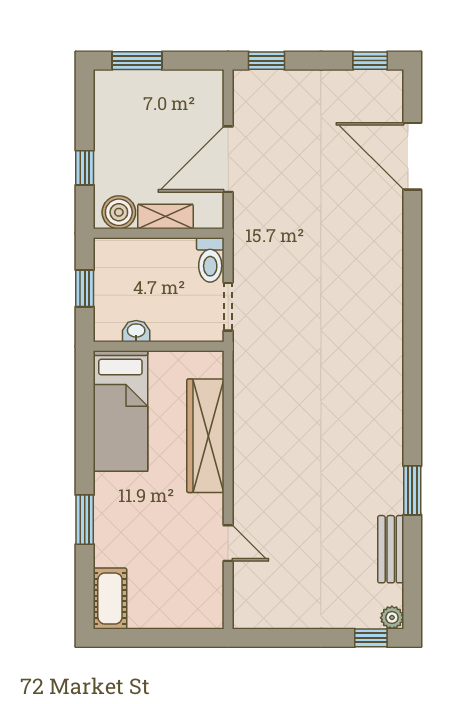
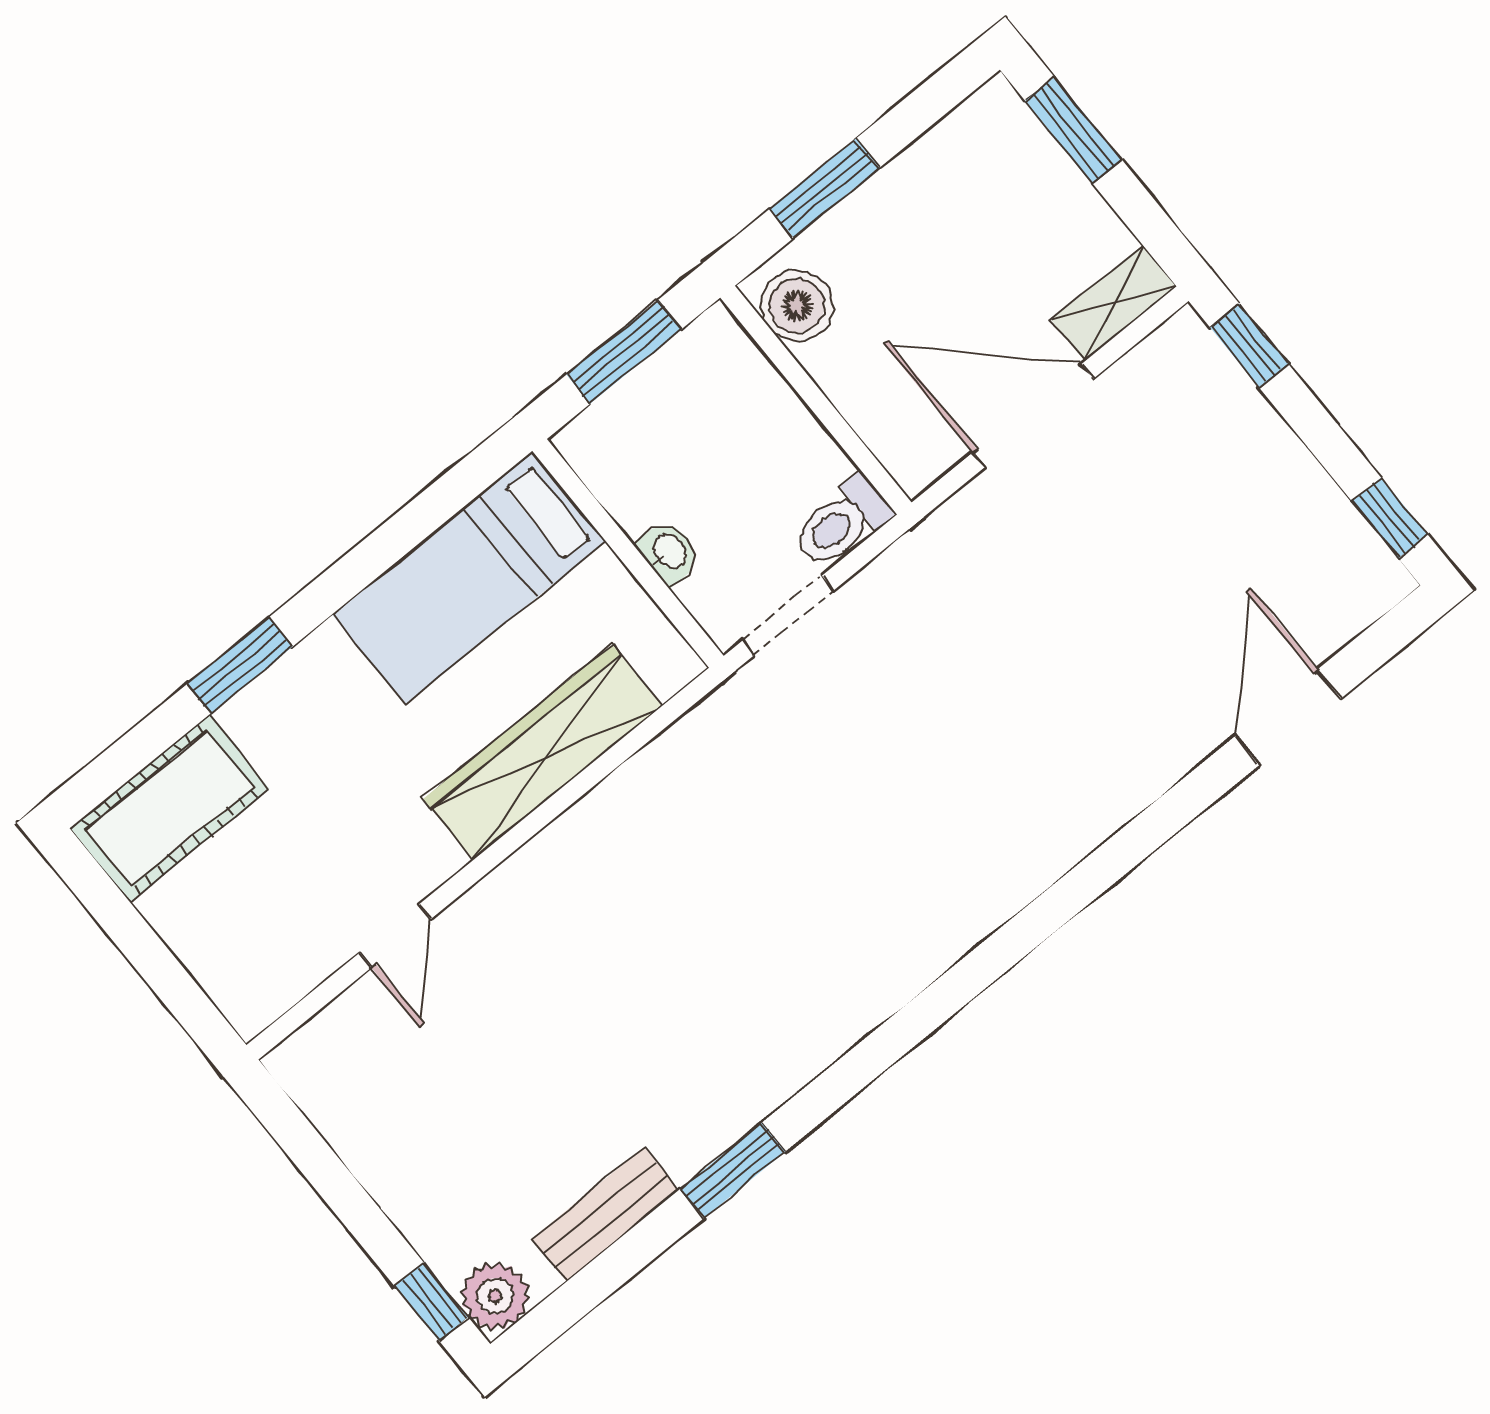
door: (412, 156) -> (1288, 717), width x0.73
window: (85, 168) -> (825, 188), width x1.50
shelving: (165, 216) -> (1114, 303), moved, turned 90
window: (85, 288) -> (624, 352), width x1.50
washbasin: (136, 331) -> (669, 552), moved
cot: (110, 598) -> (169, 809), width x1.37, depth x1.34
plant: (392, 618) -> (495, 1296), width x1.38, depth x1.38

